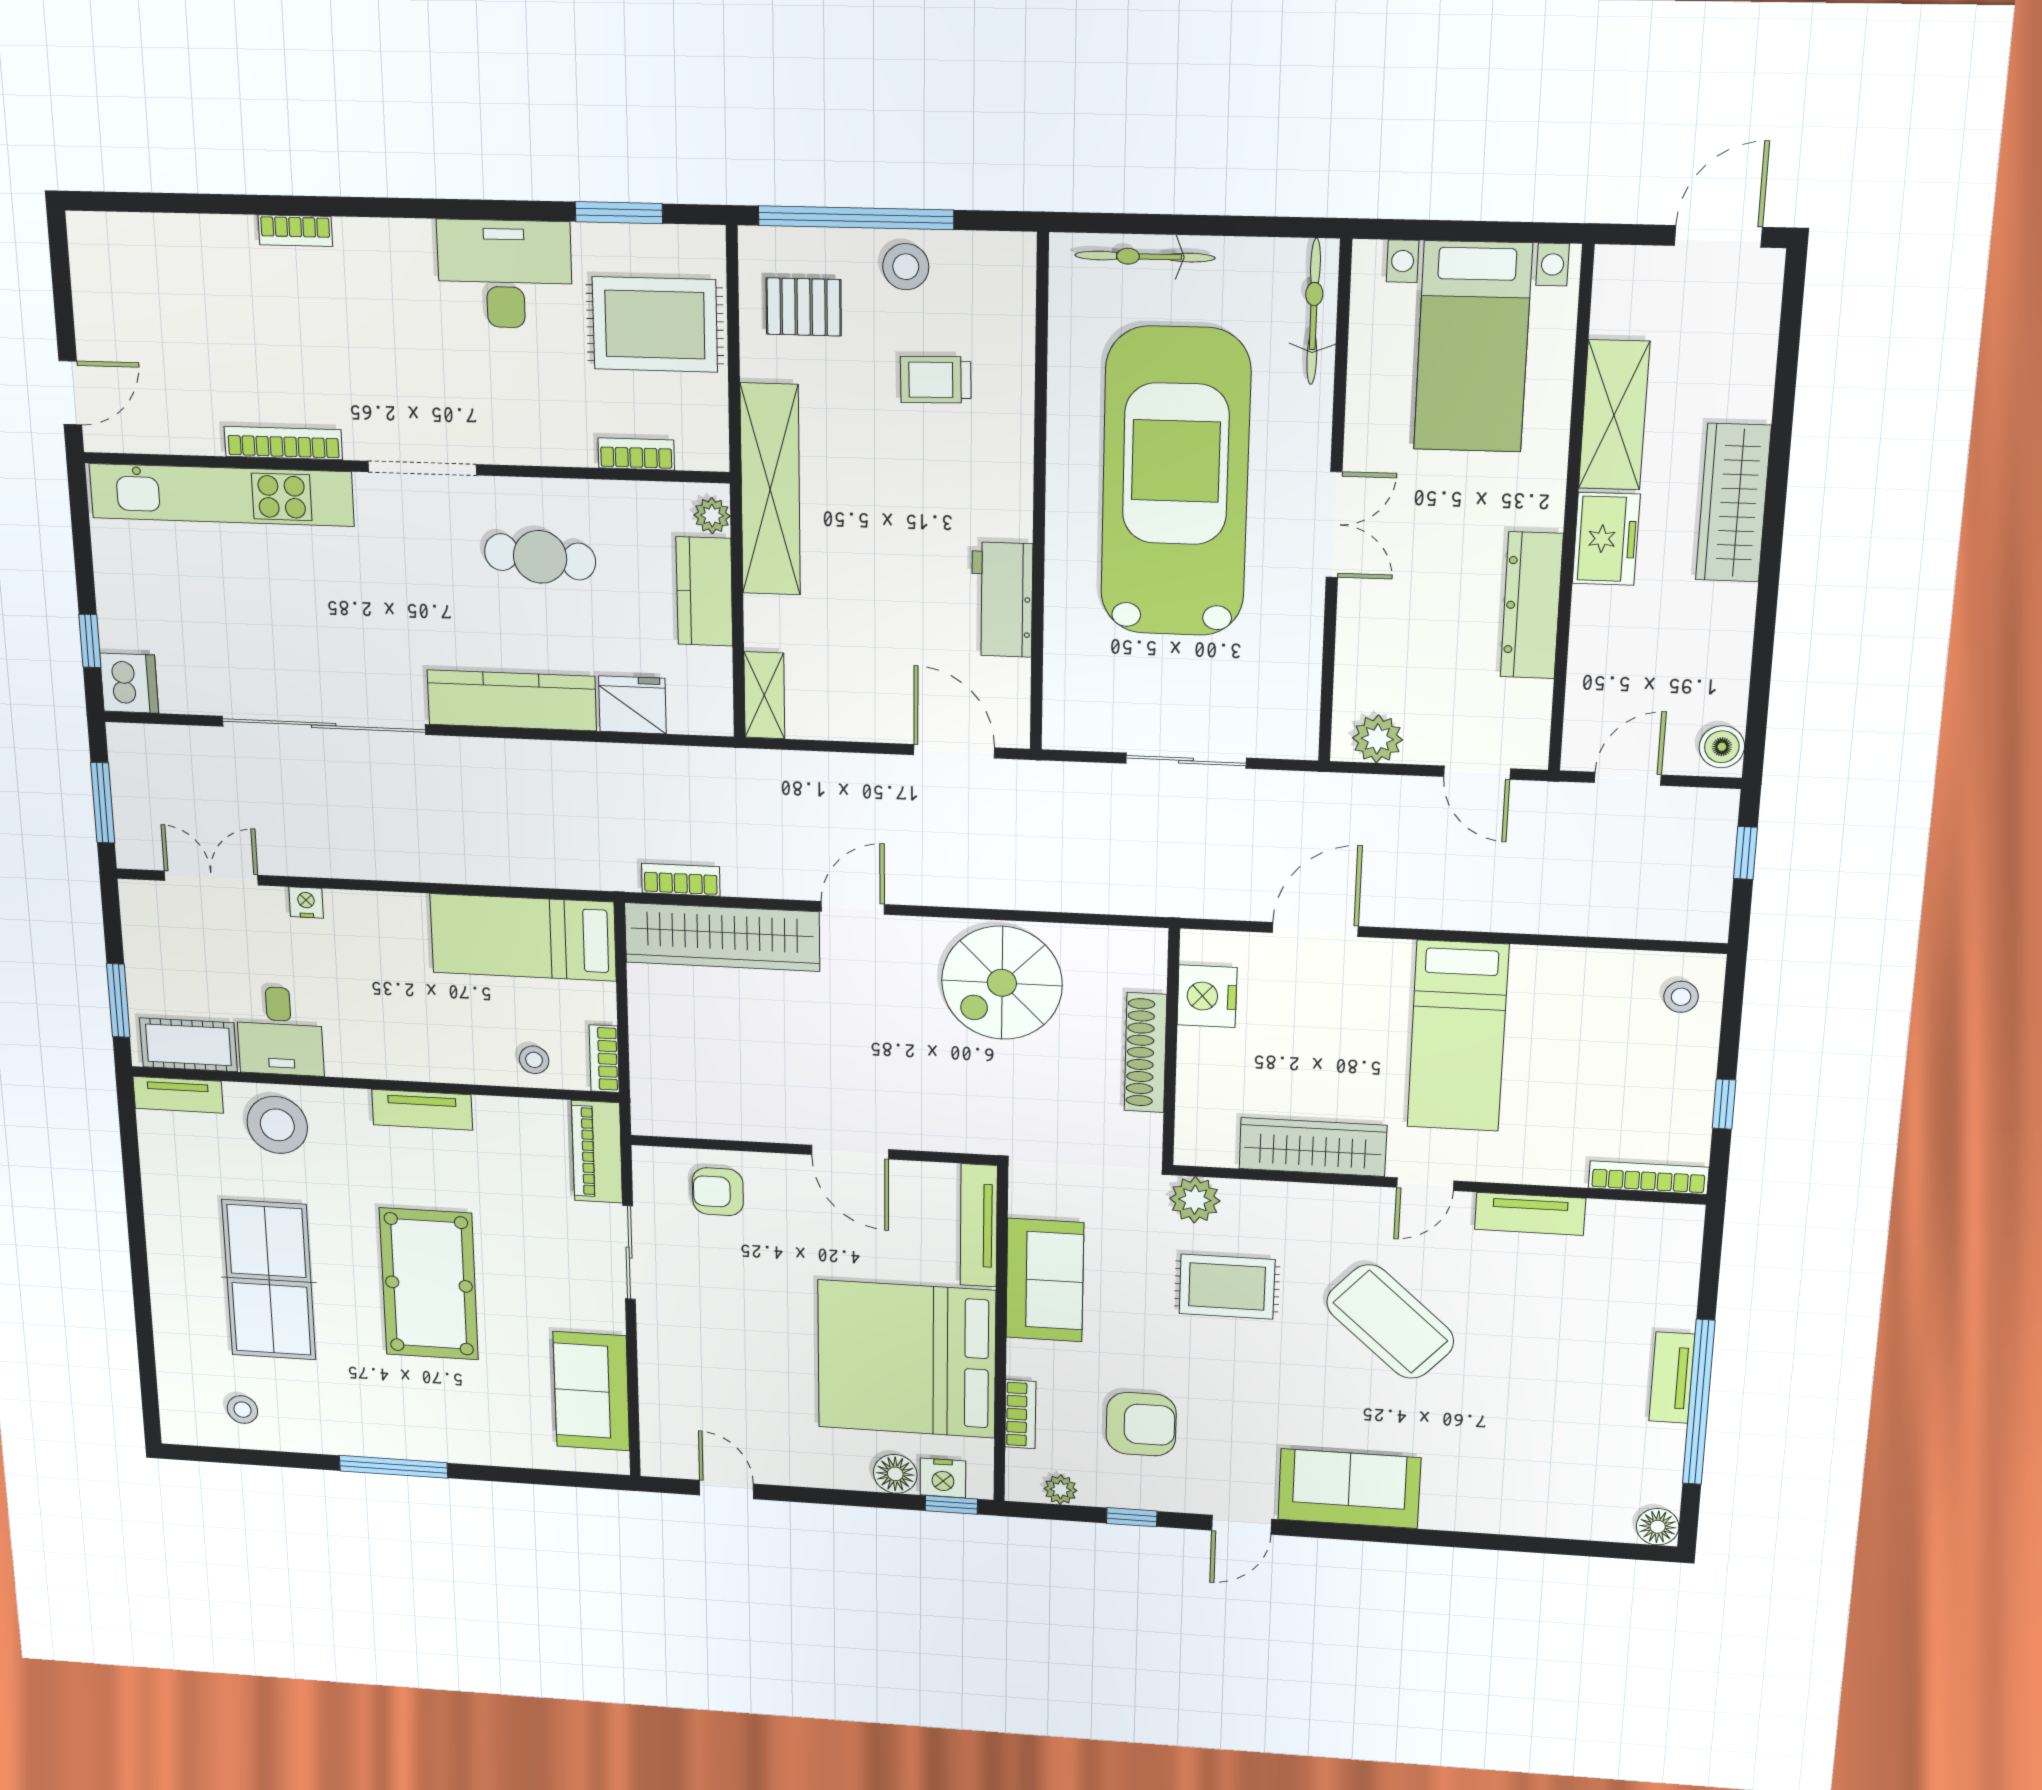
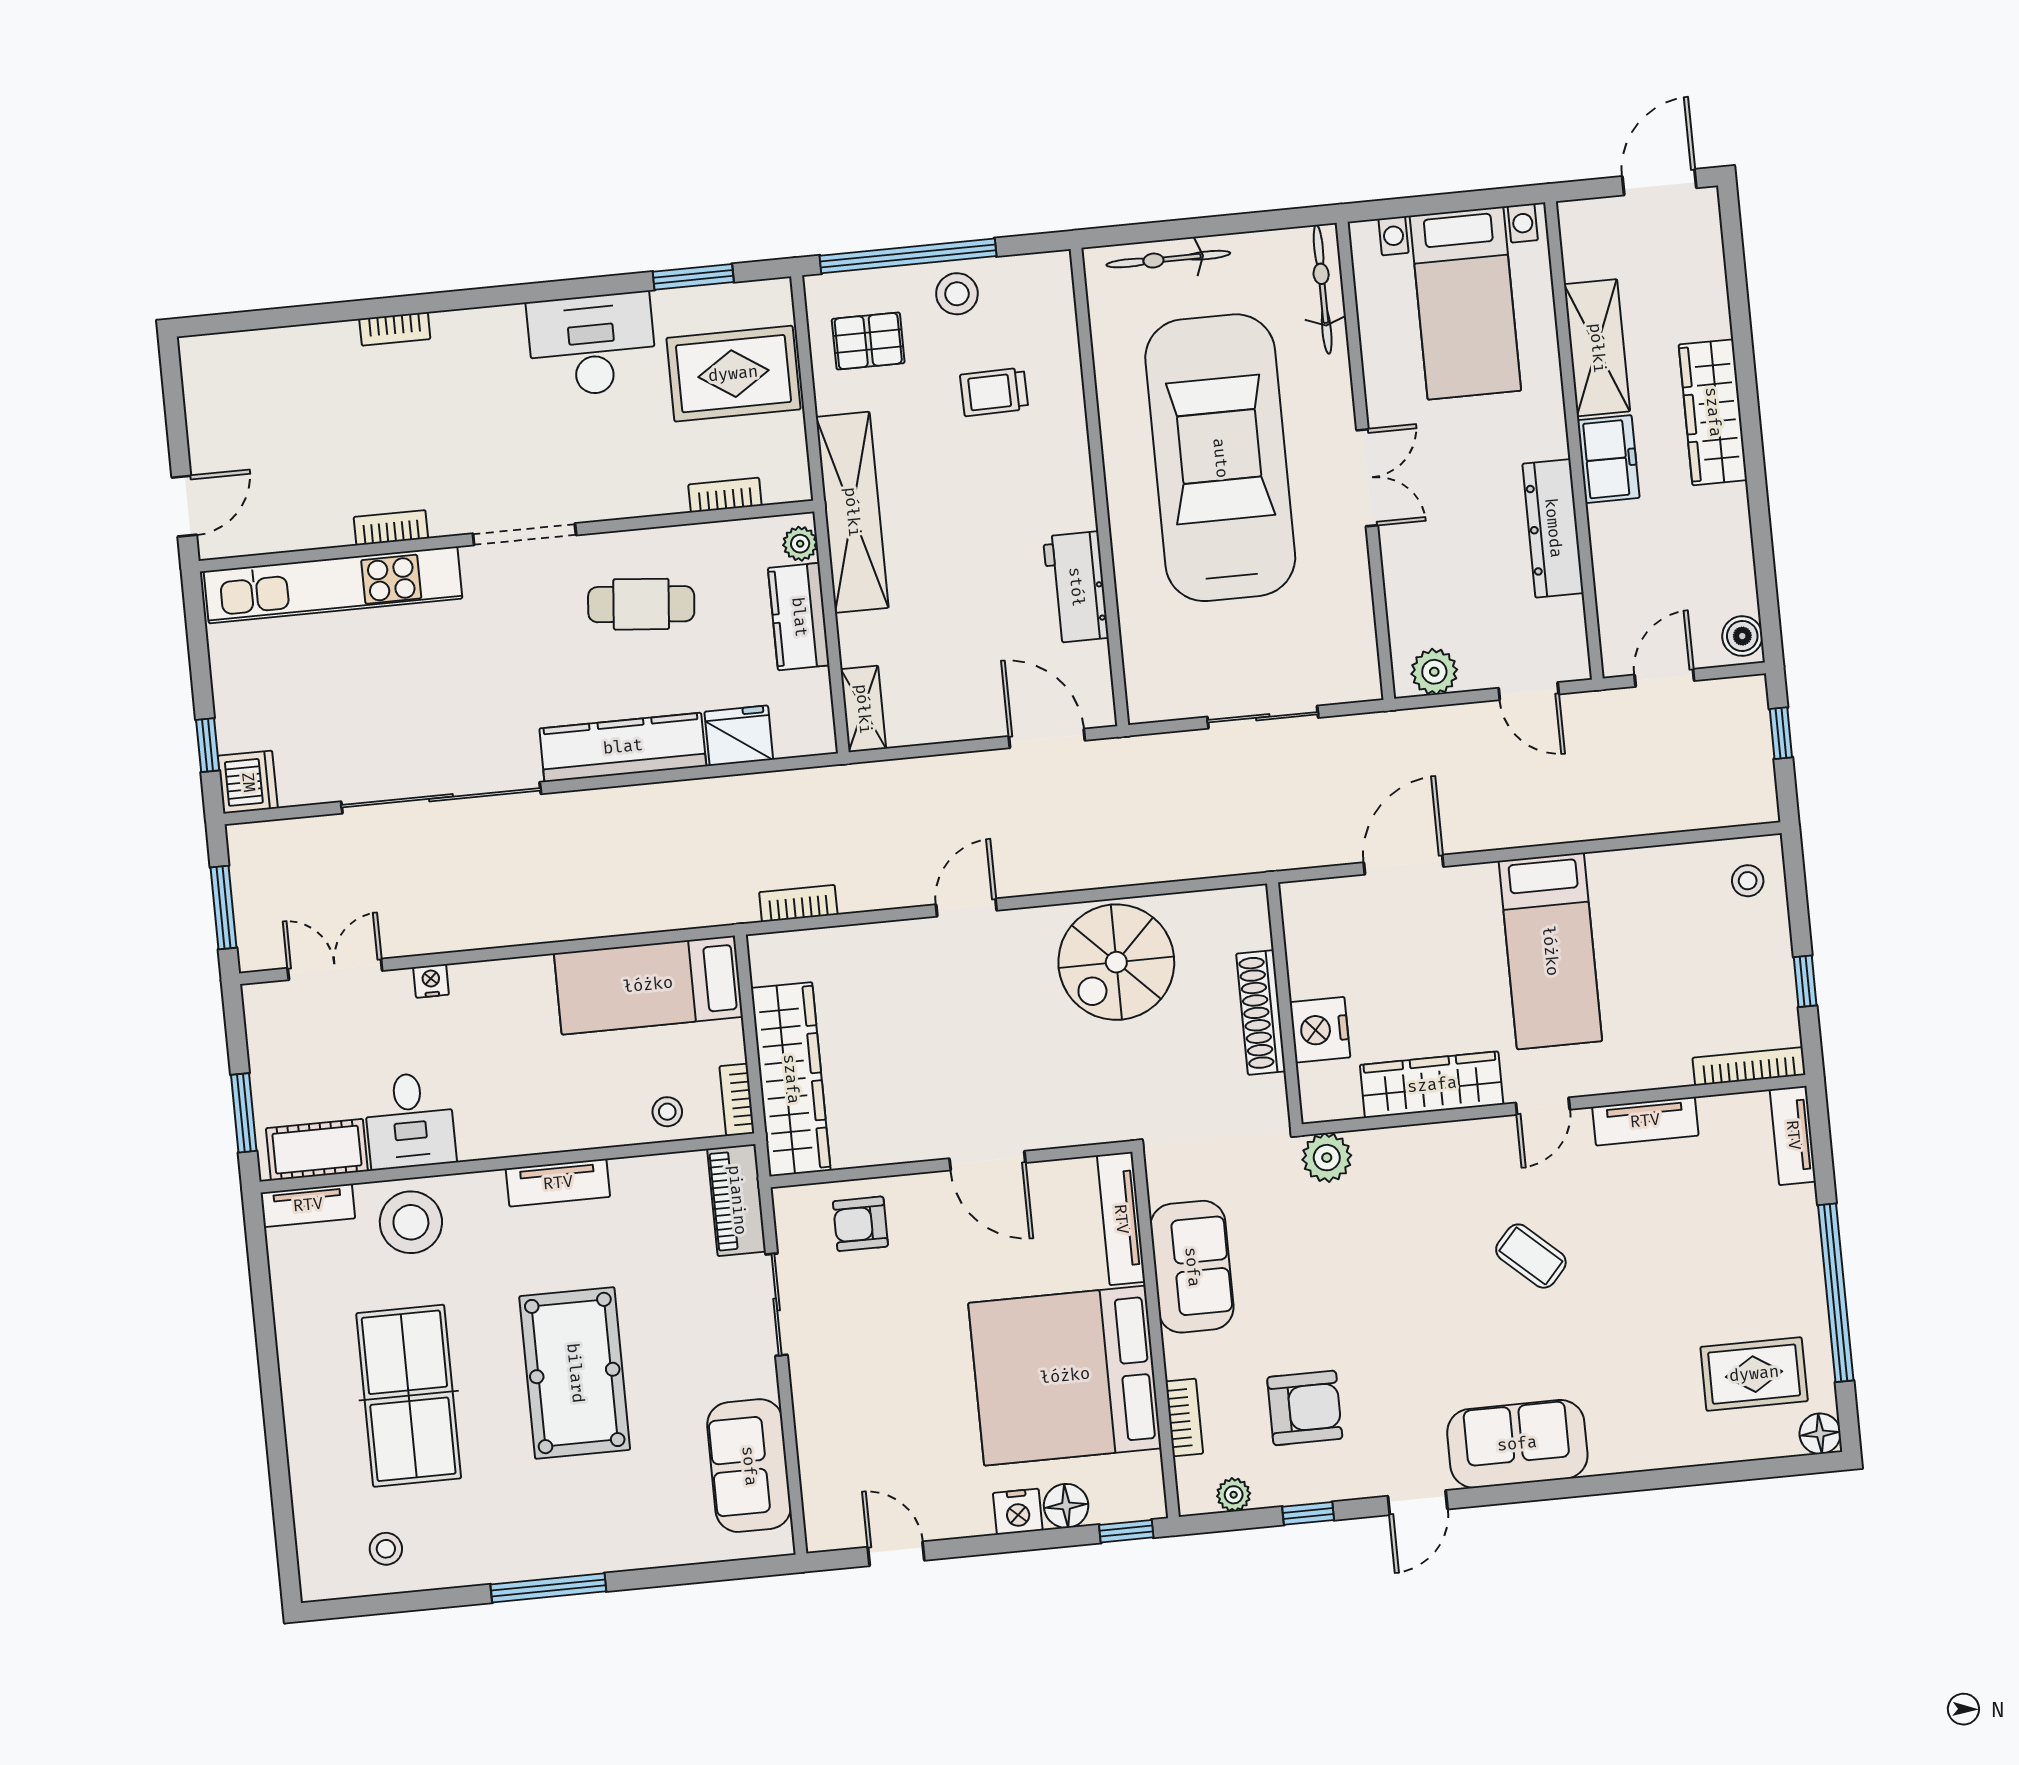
bookcase: (283, 443) -> (391, 528), width x0.64
wardrobe: (722, 937) -> (791, 1079), moved, turned -90
nightstand: (1207, 996) -> (1320, 1030), moved
rug: (1227, 1287) -> (1754, 1374), moved
coffee table: (1390, 1322) -> (1531, 1256), width x0.54, depth x0.58
tv unit: (1672, 1378) -> (1793, 1135), moved
nightstand: (943, 1478) -> (1018, 1512), moved

